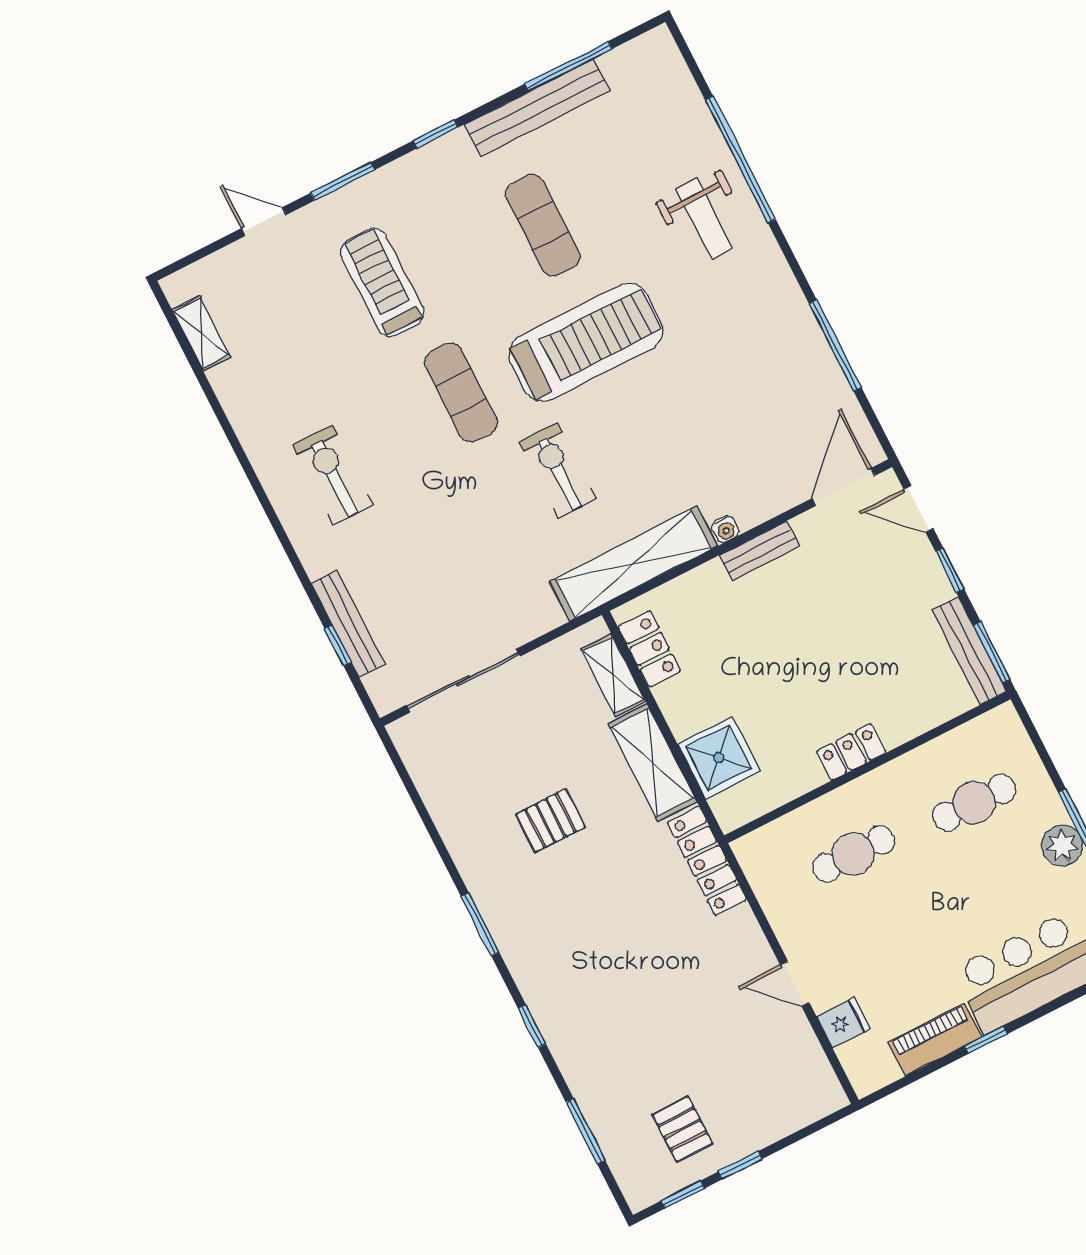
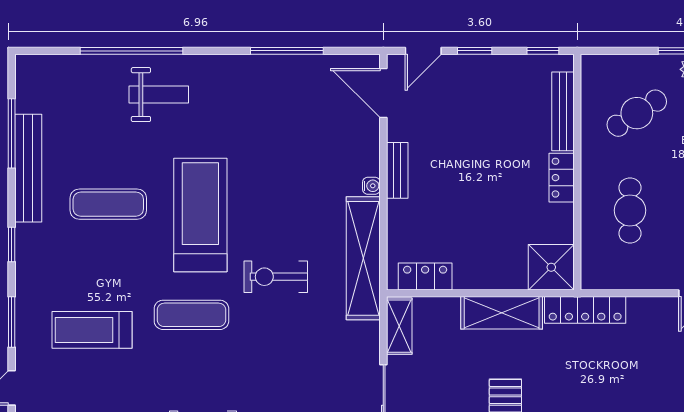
bench: (969, 651) -> (563, 111), moved, turned 90
window: (992, 652) -> (543, 51), width x0.67
shelving: (613, 675) -> (399, 326), moved, turned 90
shower: (719, 758) -> (551, 267), moved
cafe table: (974, 803) -> (637, 113), turned 57

